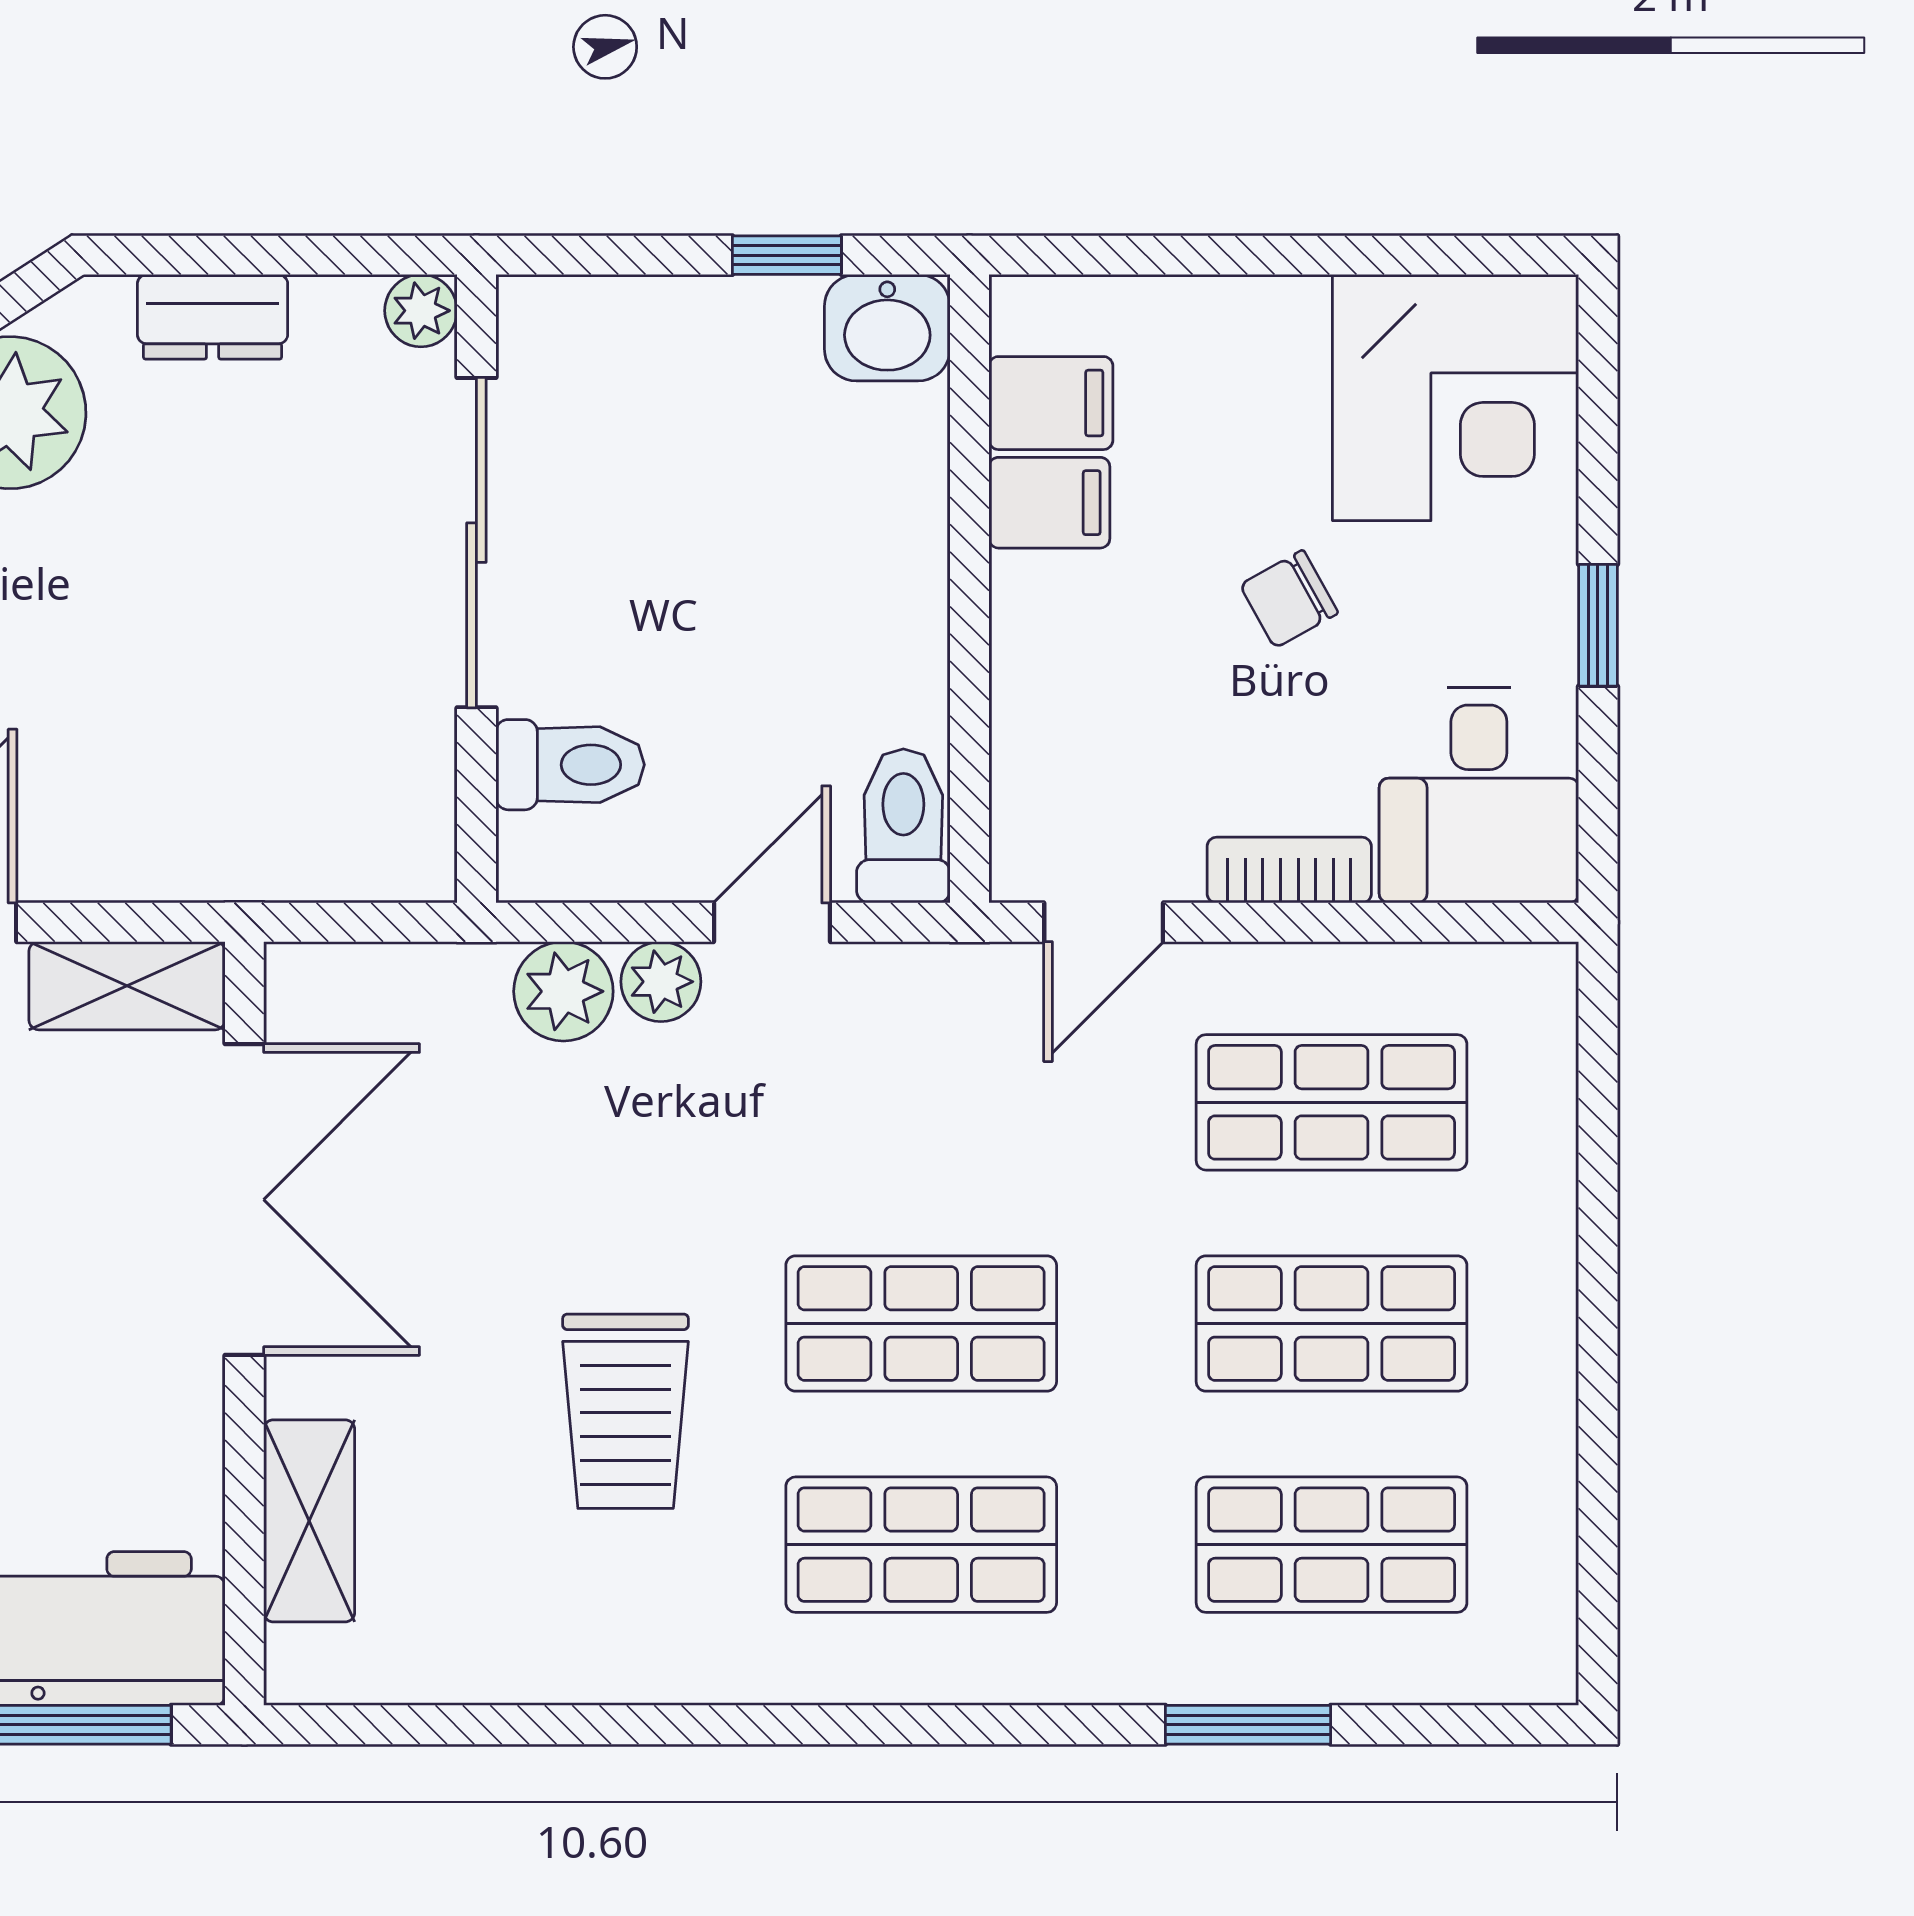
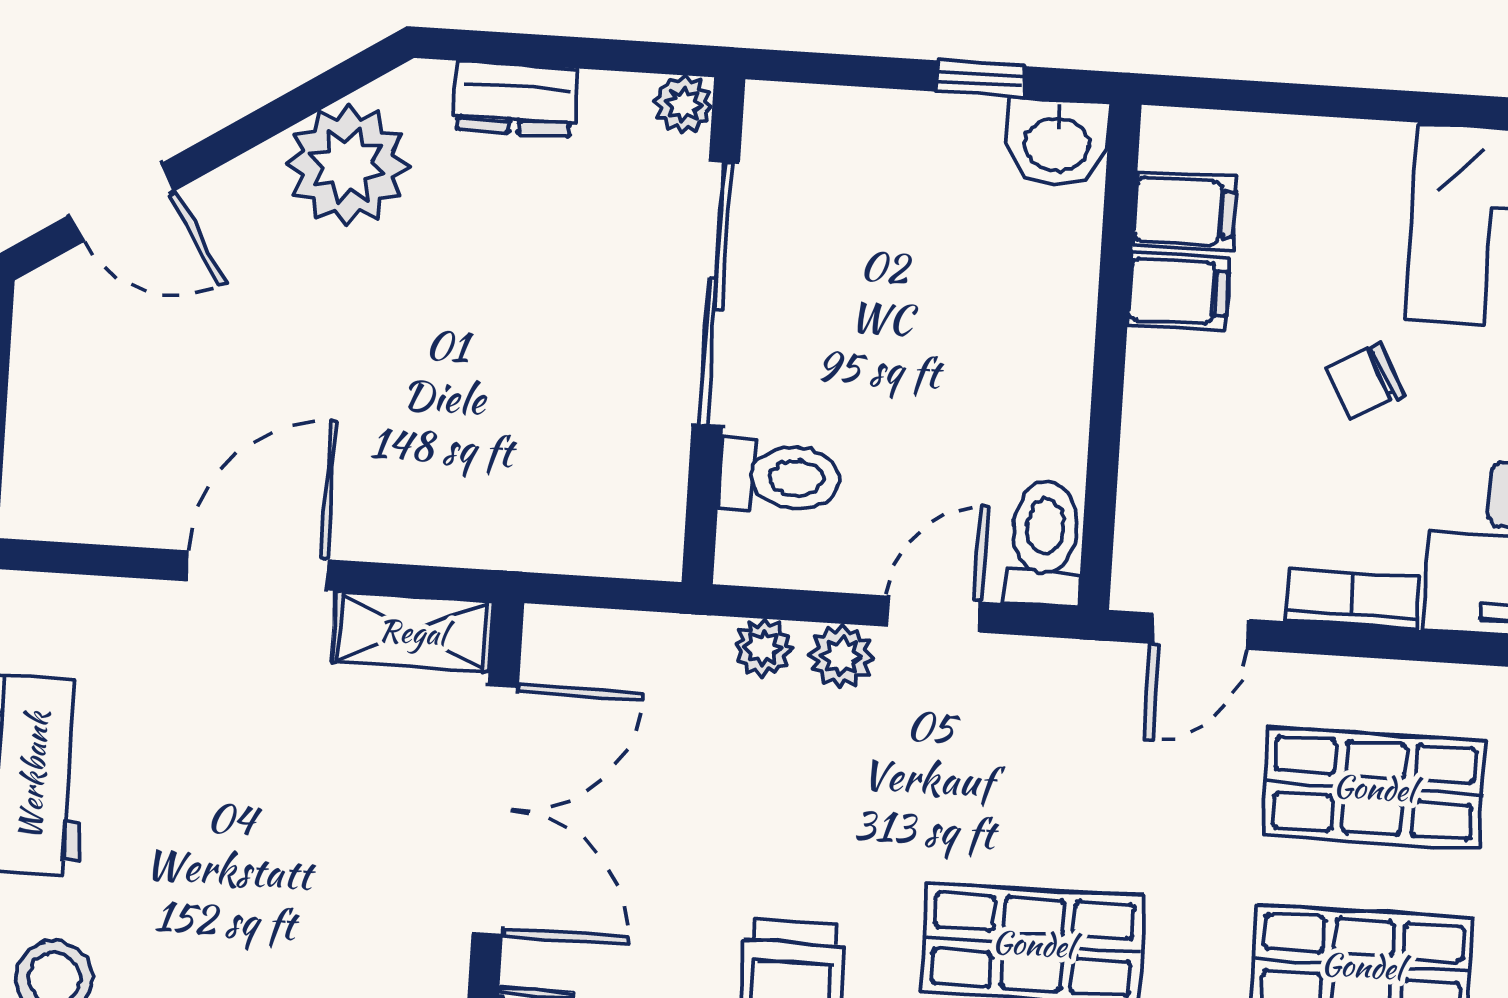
plant: (563, 991) -> (763, 648), width x0.73, depth x0.73

